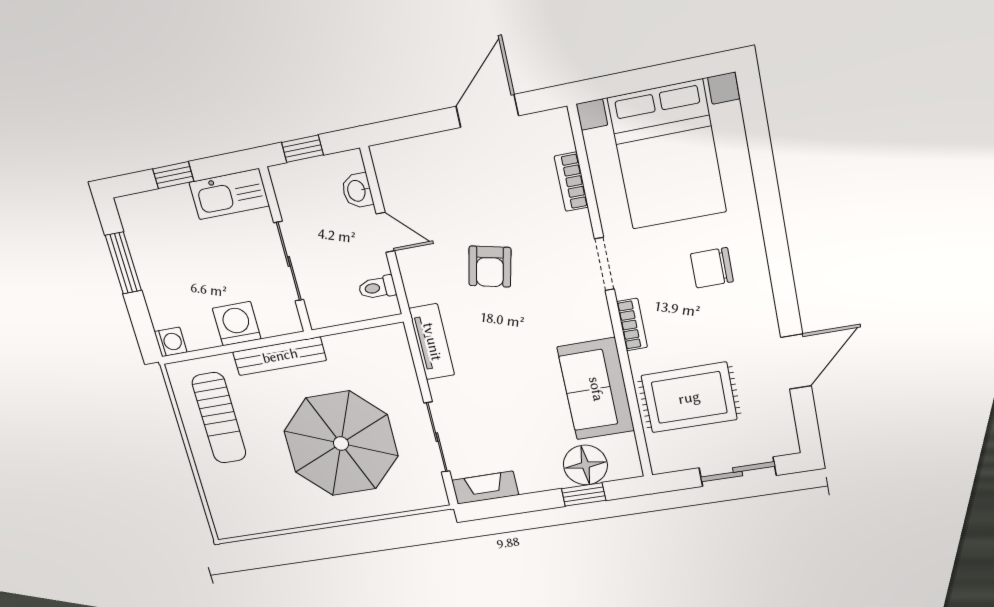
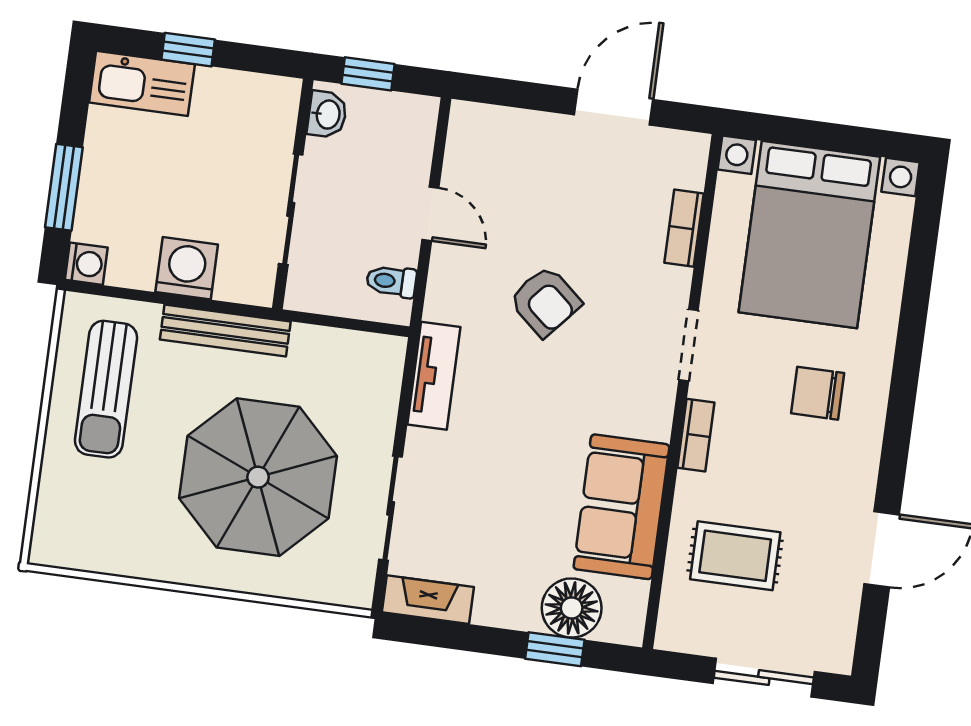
washbasin: (357, 191) -> (327, 114), moved, turned 180
kitchen sink: (229, 194) -> (142, 83), moved
window: (123, 263) -> (64, 187), moved
armchair: (490, 267) -> (545, 301), turned -62
rug: (689, 398) -> (735, 556), width x0.73, depth x0.70

